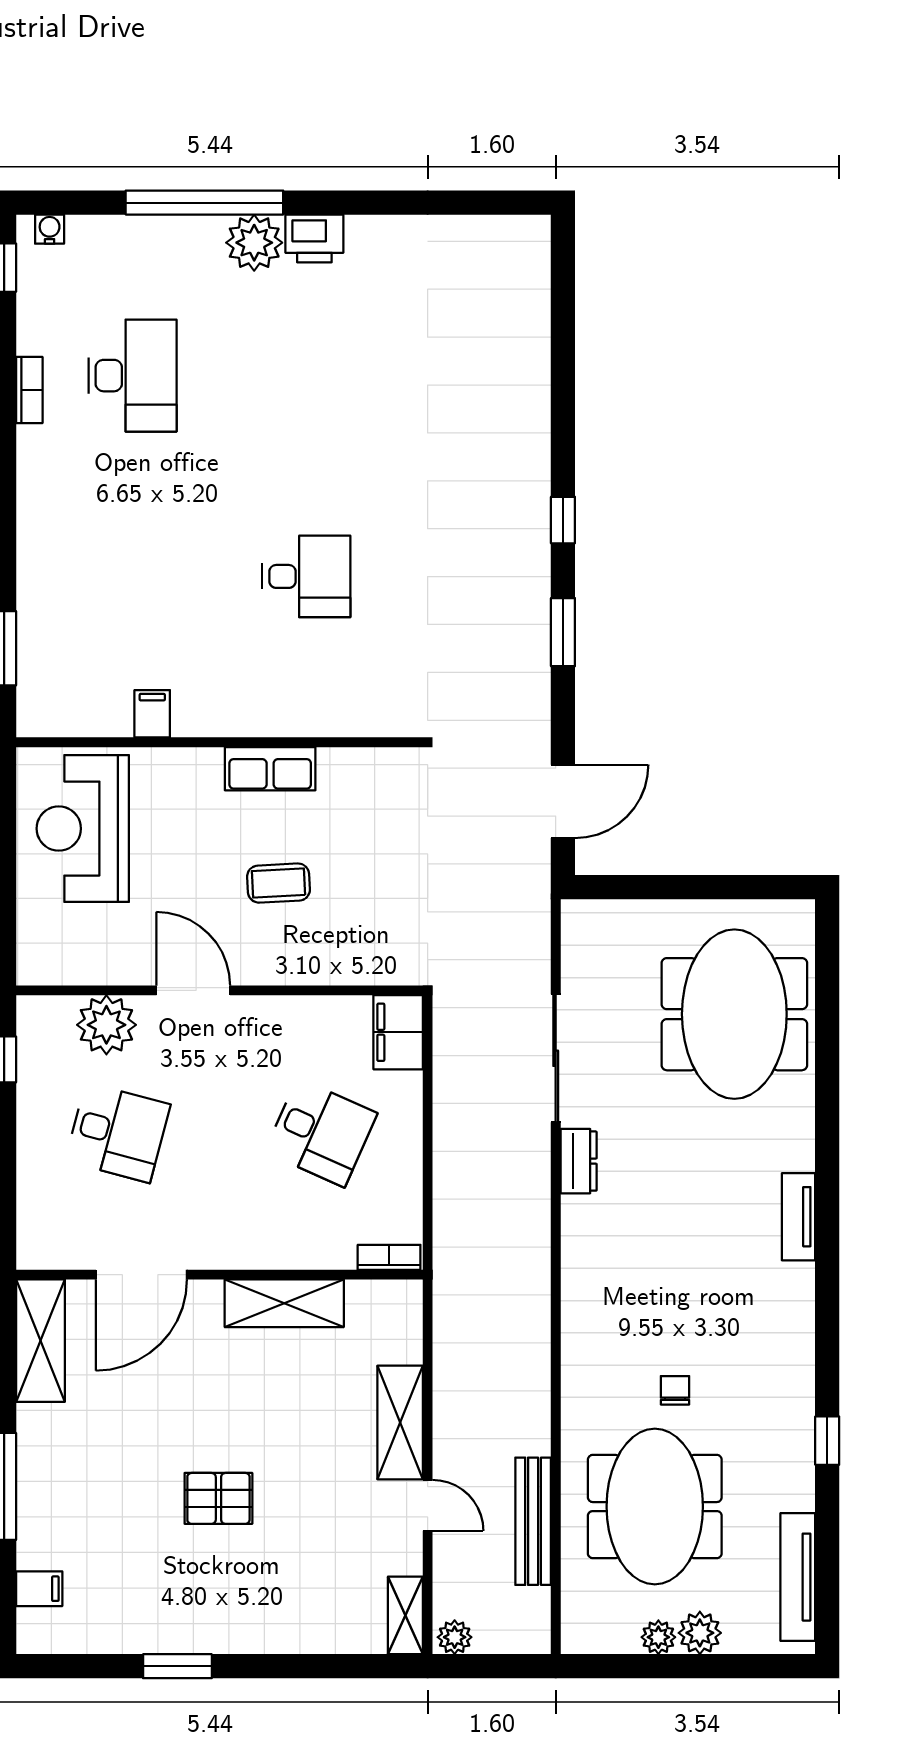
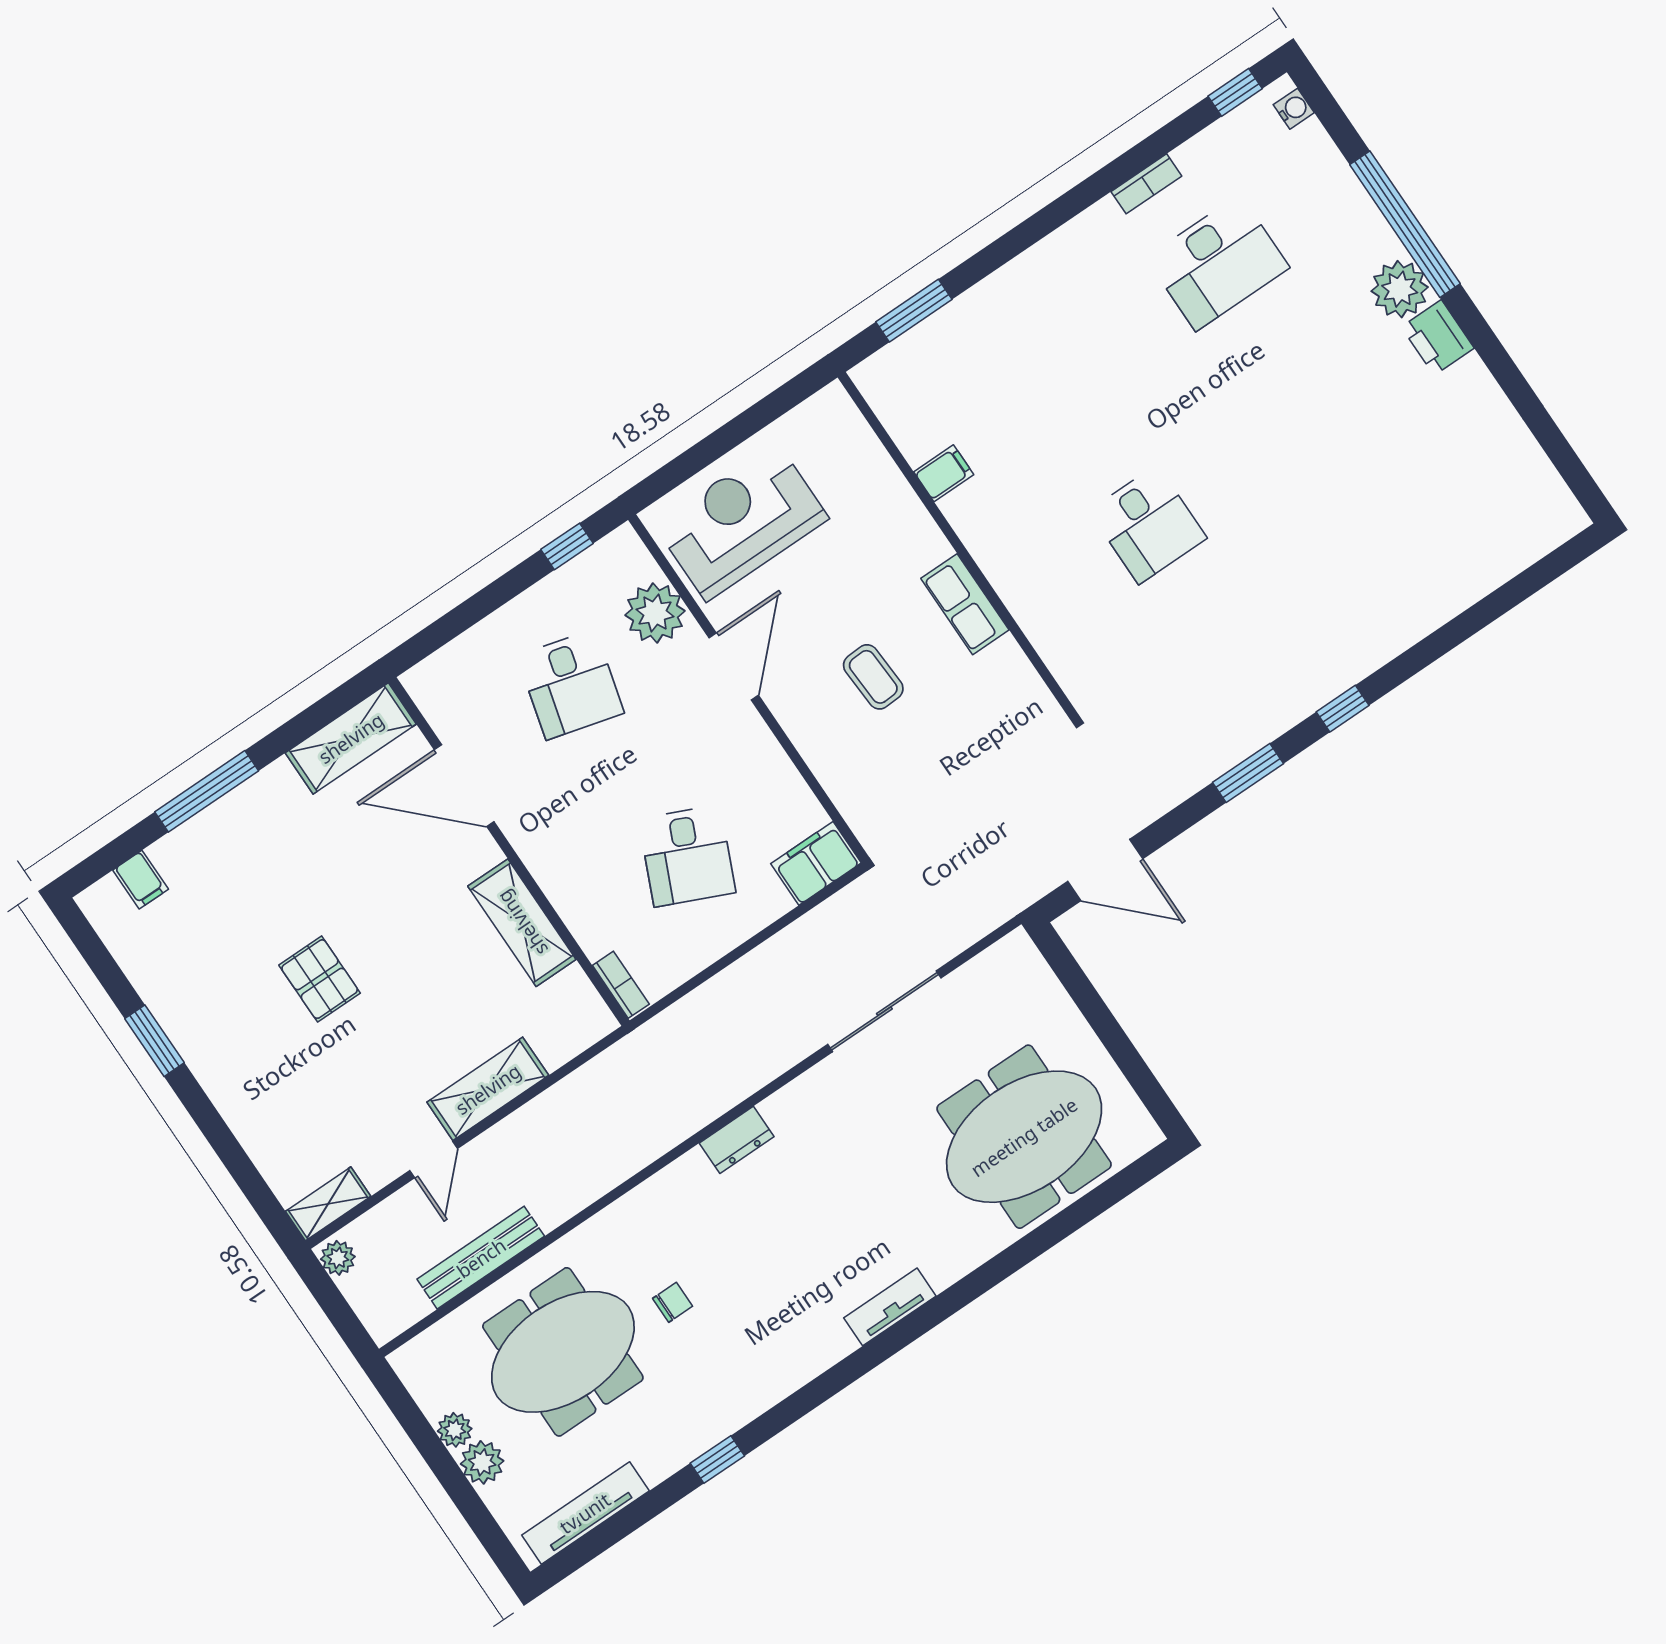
reception desk: (83, 829) -> (741, 522), moved
dresser: (579, 1161) -> (737, 1140), moved

